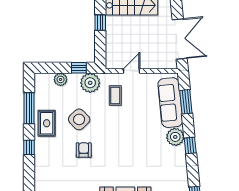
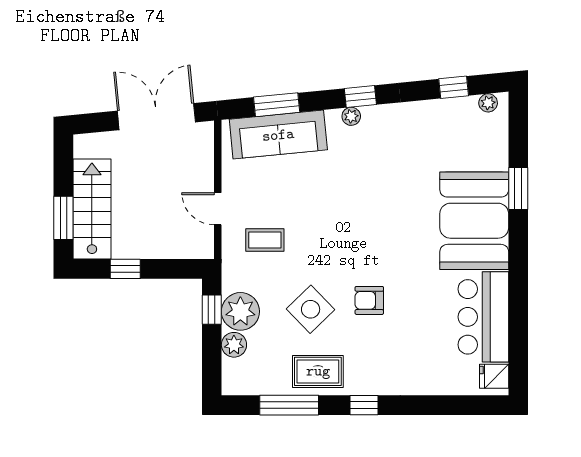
plant: (90, 83) -> (240, 311), moved
plant: (175, 137) -> (351, 116), width x0.53, depth x0.53

